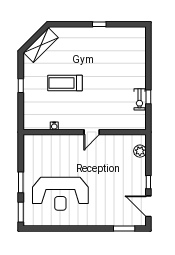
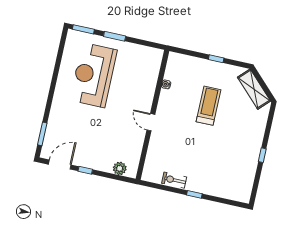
window: (148, 97) -> (194, 194), moved

